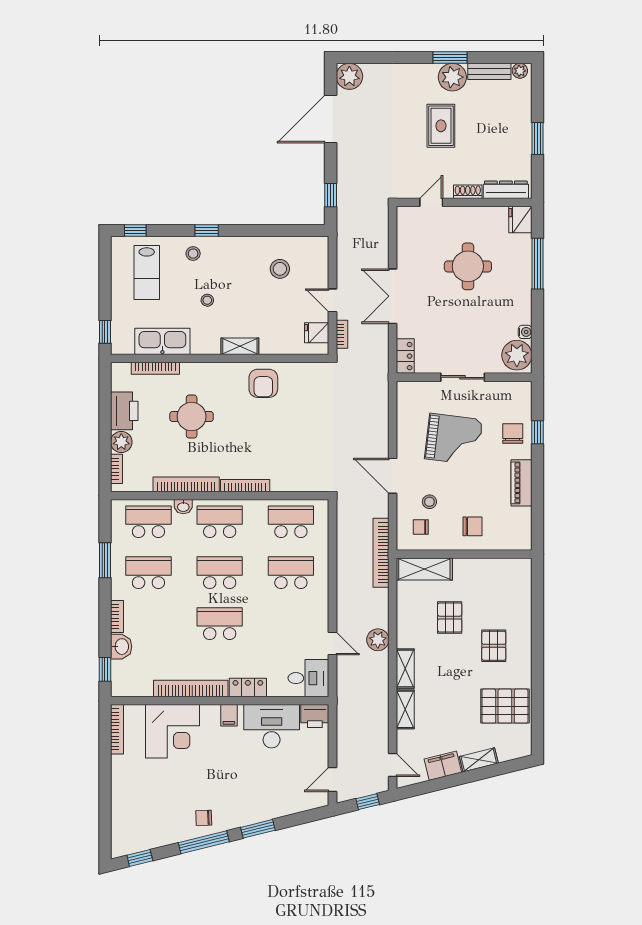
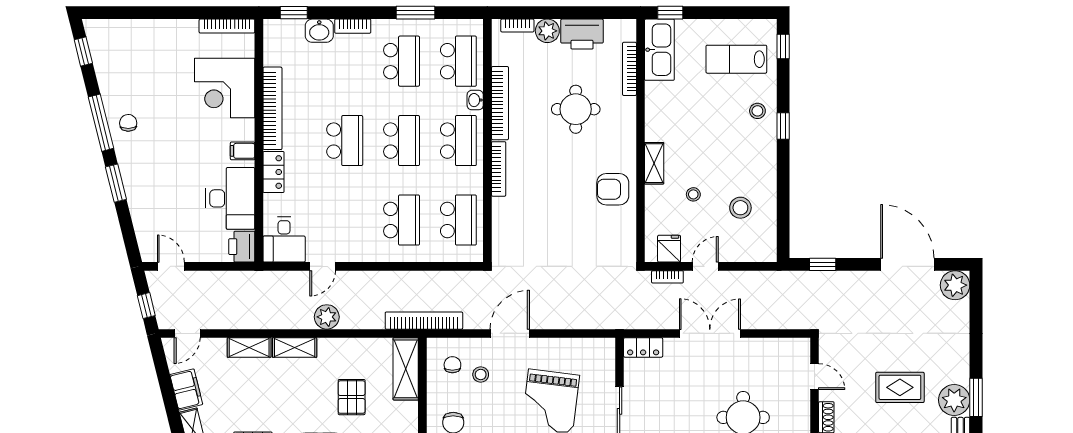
stool: (207, 300) -> (693, 194), moved
kitchen sink: (162, 341) -> (659, 50), moved
pallet: (450, 618) -> (352, 397), turned 90

